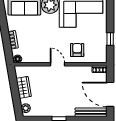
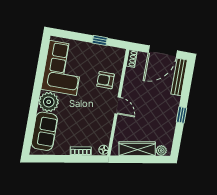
door: (57, 64) -> (118, 105), swing flipped
wardrobe: (24, 87) -> (137, 149), width x1.50

